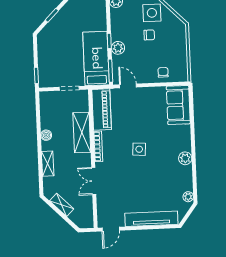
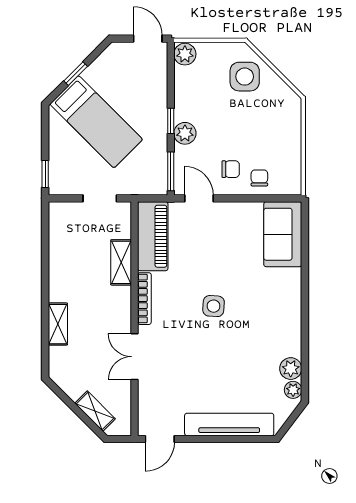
chair: (149, 35) -> (231, 169), moved
bed: (96, 58) -> (96, 122), moved, turned 135
shelving: (82, 132) -> (121, 262), width x0.67, depth x0.75
boiler: (46, 135) -> (57, 276), removed
plant: (185, 158) -> (291, 369), moved
shelving: (62, 205) -> (95, 411), moved

